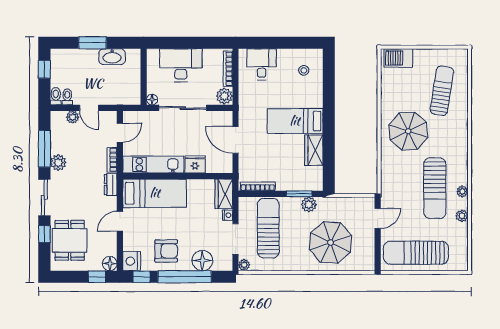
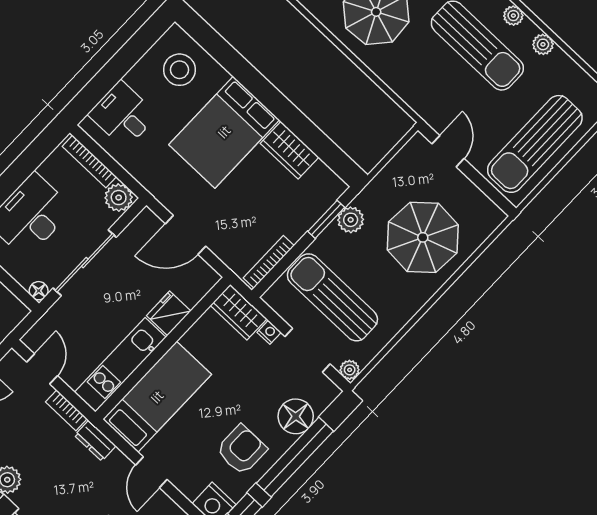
stool: (304, 70) -> (180, 70), width x1.89, depth x1.89
bed: (295, 121) -> (224, 132), width x1.50

